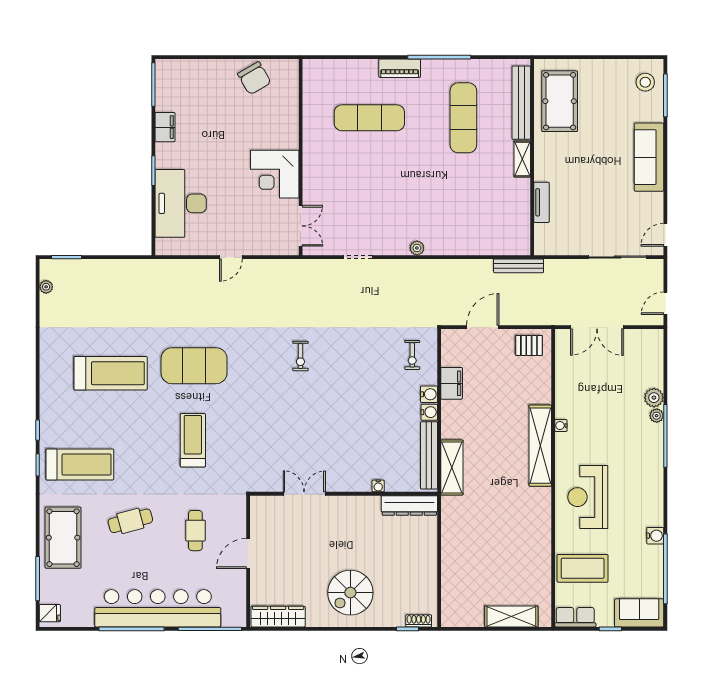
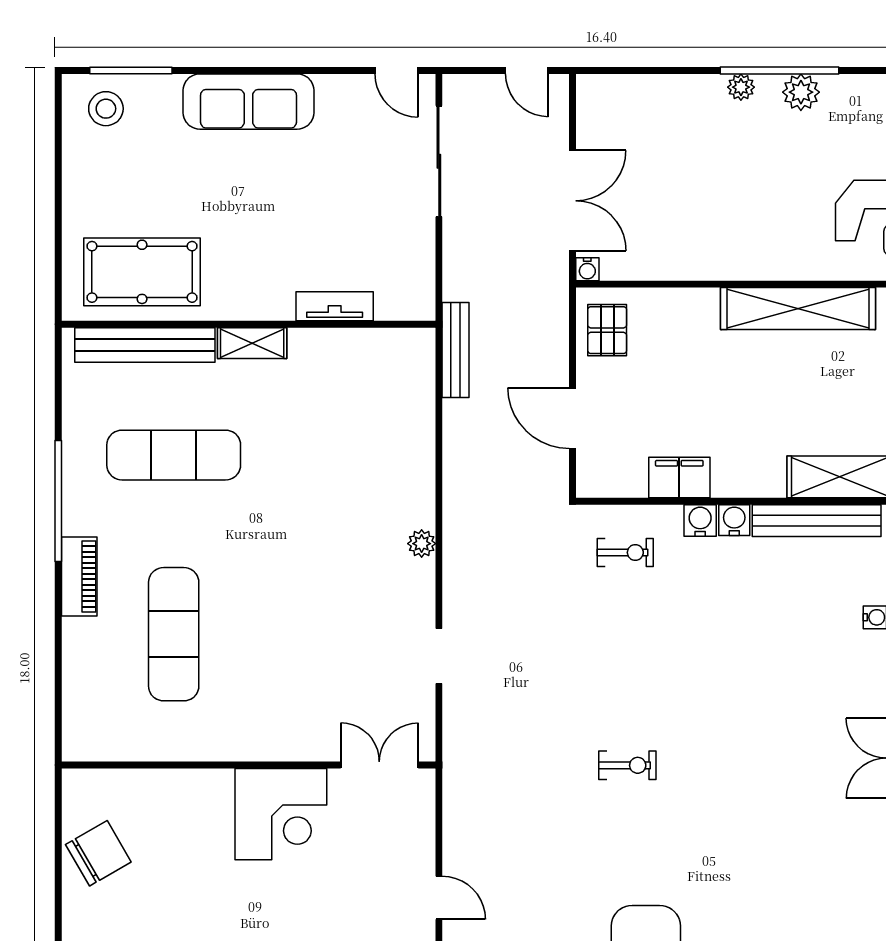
plant: (654, 398) -> (801, 92), moved
water cooler: (561, 425) -> (587, 269), moved

